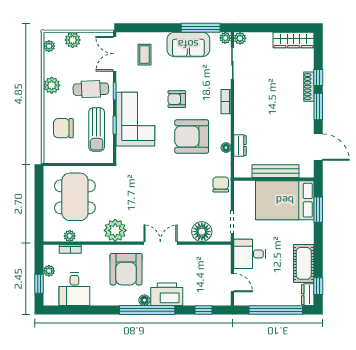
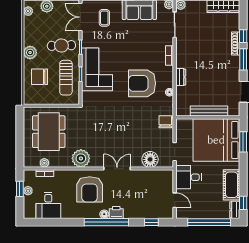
plant: (52, 85) -> (30, 52), moved
armchair: (177, 99) -> (130, 53), removed
dresser: (240, 146) -> (181, 77), moved
bed: (285, 200) -> (216, 140), width x1.36
window: (39, 284) -> (20, 189), moved
printer: (167, 294) -> (116, 212), width x0.53, depth x0.68

